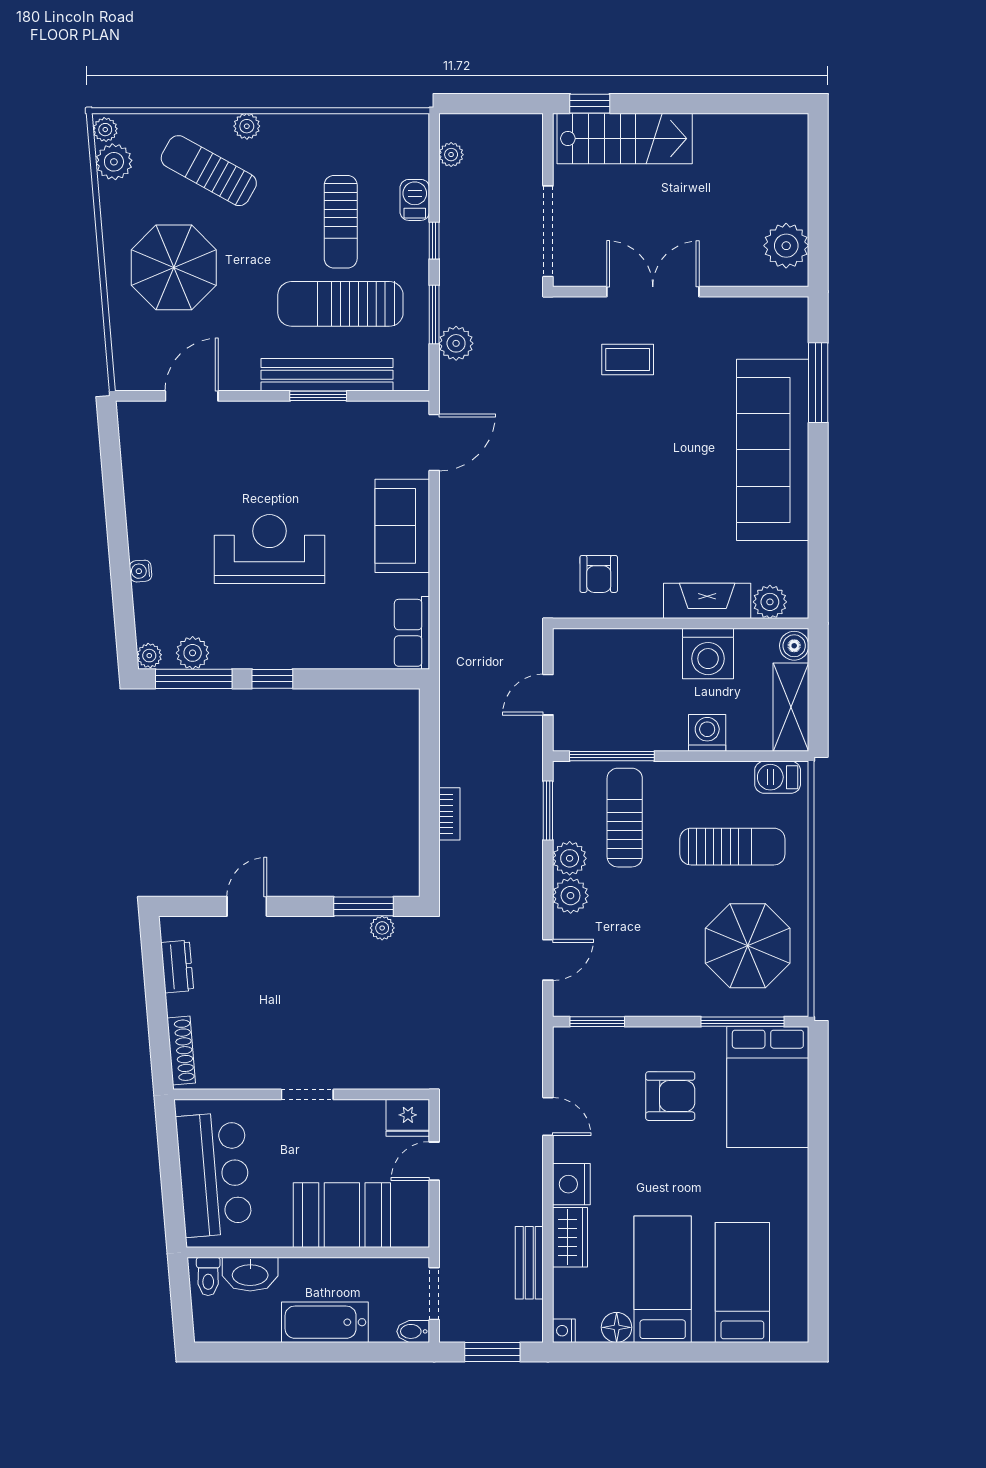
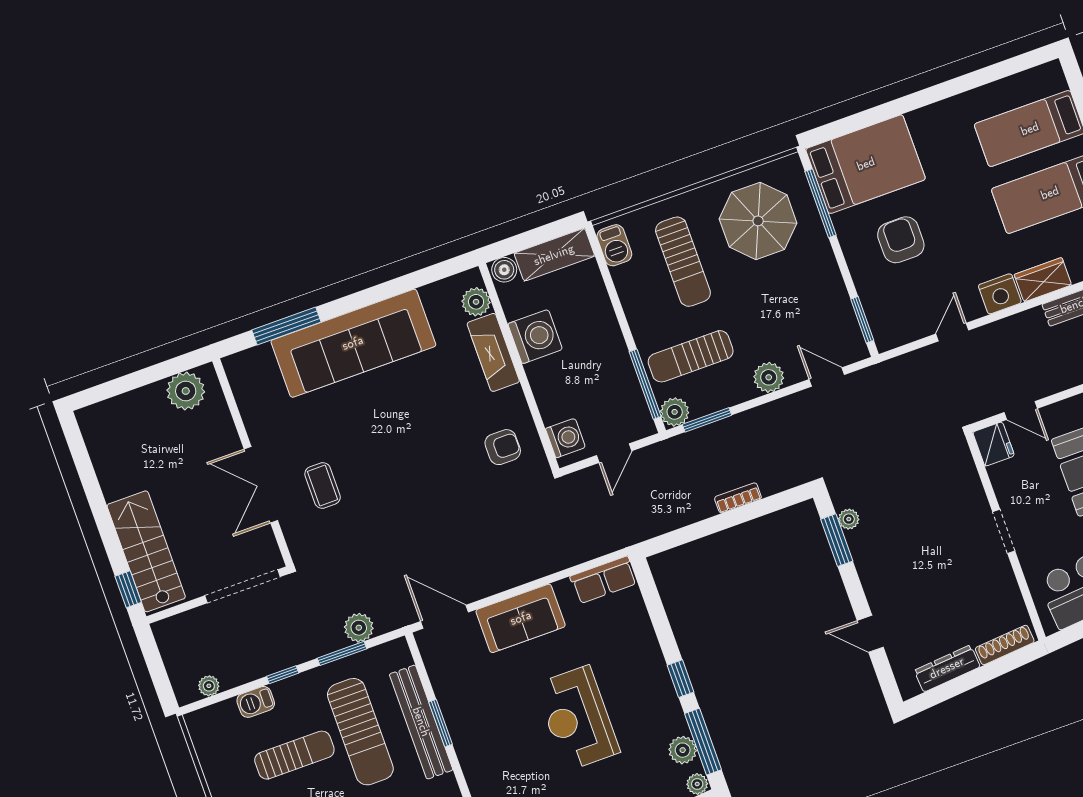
door: (548, 695) -> (614, 453), hinge flipped
washing machine: (707, 733) -> (565, 438), moved, turned 180
sun lounger: (732, 847) -> (683, 262), turned 180
plant: (570, 858) -> (675, 412), moved
dresser: (177, 966) -> (947, 668), width x1.44

